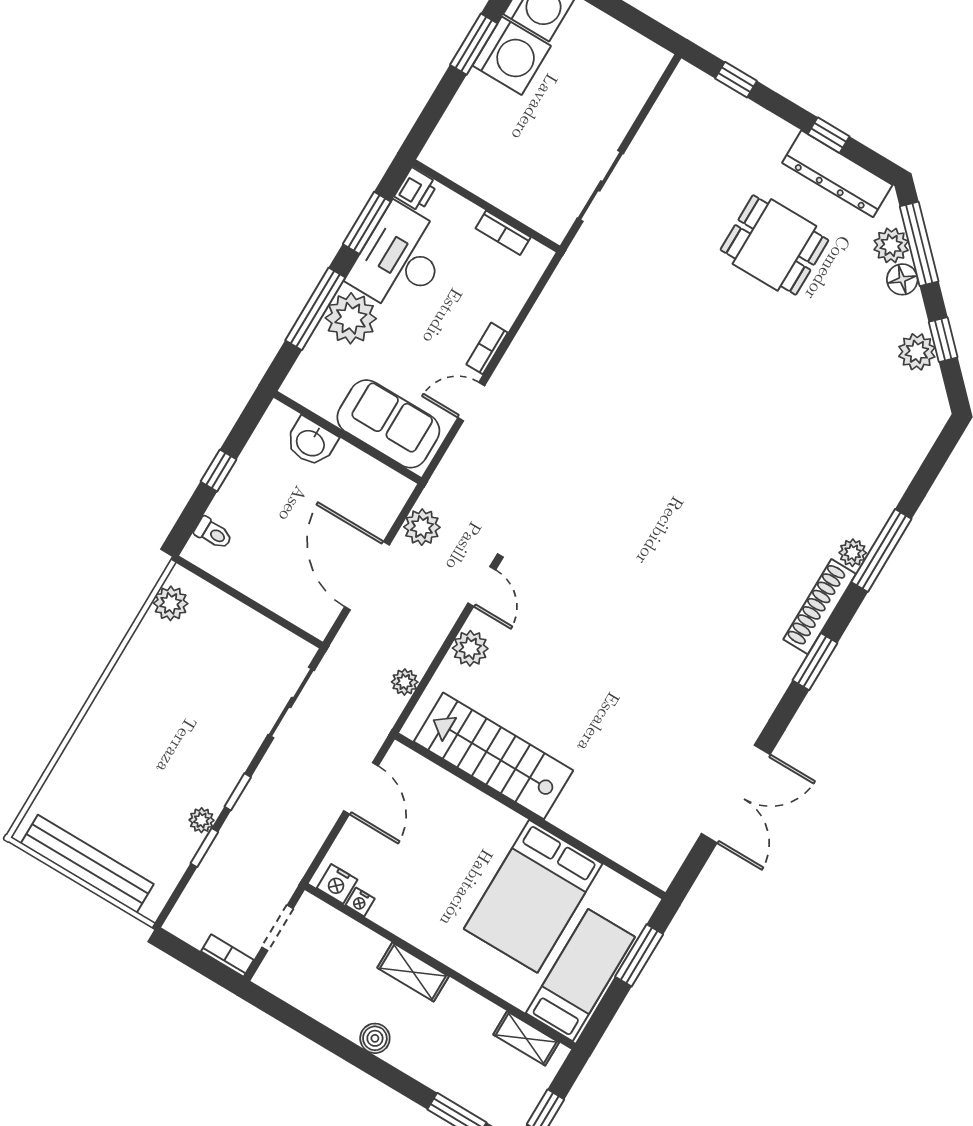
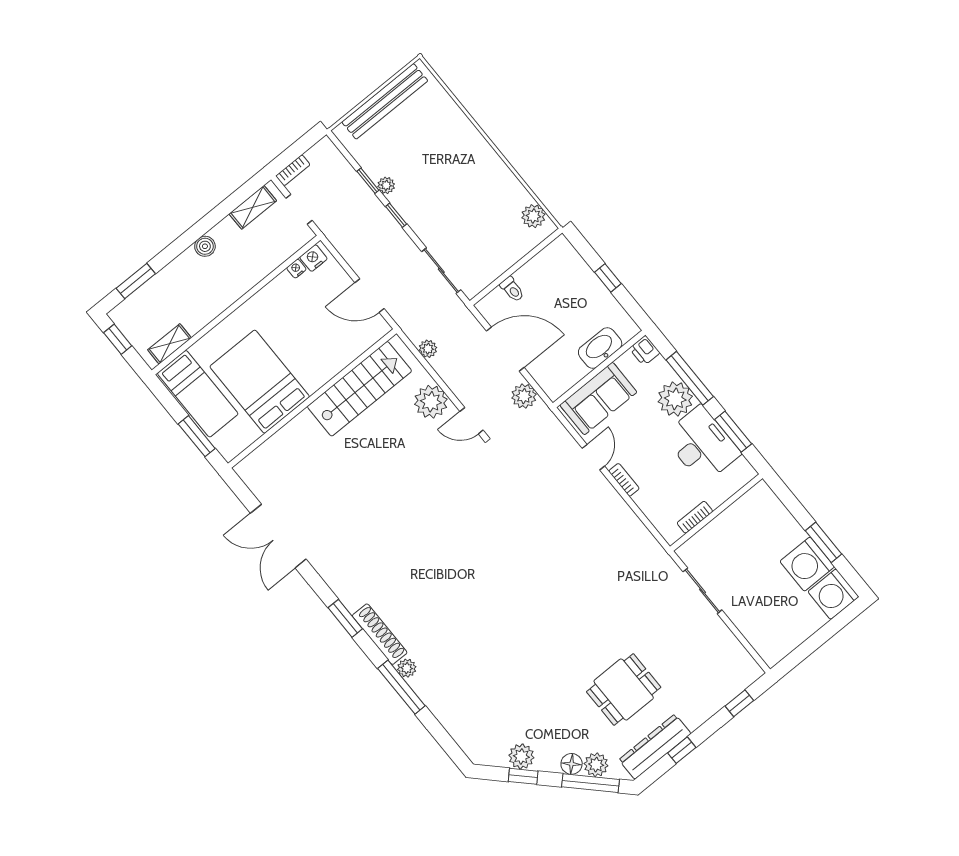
printer: (416, 190) -> (645, 351), moved
washbasin: (311, 442) -> (600, 348), width x1.38
toilet: (213, 533) -> (512, 289), moved, turned -90
plant: (470, 648) -> (431, 402), width x1.36, depth x1.36
shelving: (413, 972) -> (253, 207), moved

